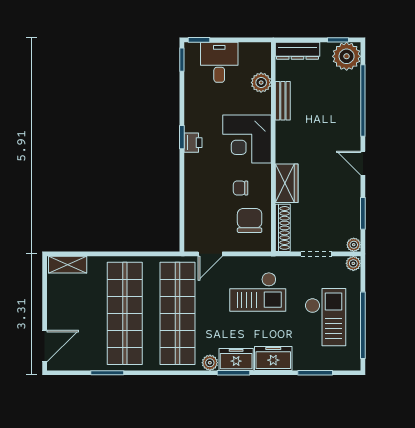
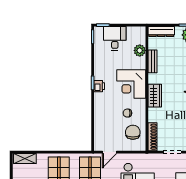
wardrobe: (287, 183) -> (155, 96), moved

